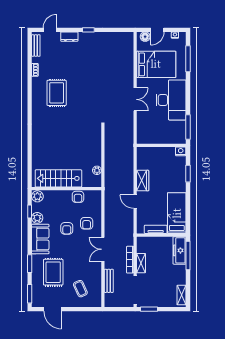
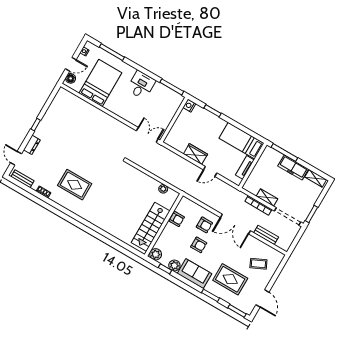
door: (157, 30) -> (71, 64), hinge flipped
double door: (135, 99) -> (147, 135), moved
desk: (171, 100) -> (141, 85), width x0.53, depth x0.77
double door: (103, 249) -> (235, 224), width x1.37
freezer: (180, 250) -> (293, 167), moved
door: (53, 309) -> (262, 298), hinge flipped

